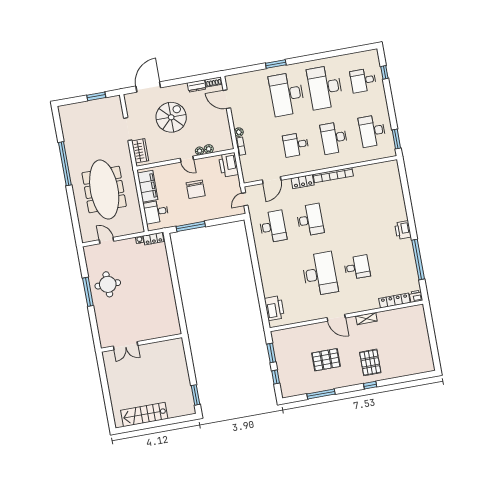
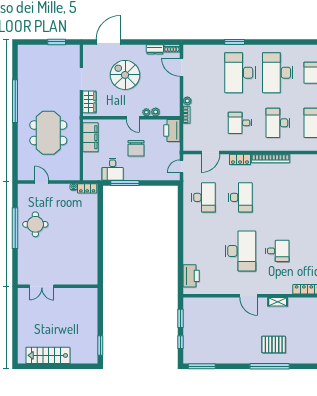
spiral stairs: (171, 117) -> (125, 75), turned -90
meeting table: (104, 190) -> (48, 133), width x0.73
desk: (156, 212) -> (113, 169), moved, turned -90
window: (88, 292) -> (15, 228), width x1.46
pallet: (326, 360) -> (232, 334), removed
pallet: (370, 362) -> (274, 345), turned 90
window: (370, 385) -> (270, 366), width x3.17
window: (321, 394) -> (202, 366), moved

